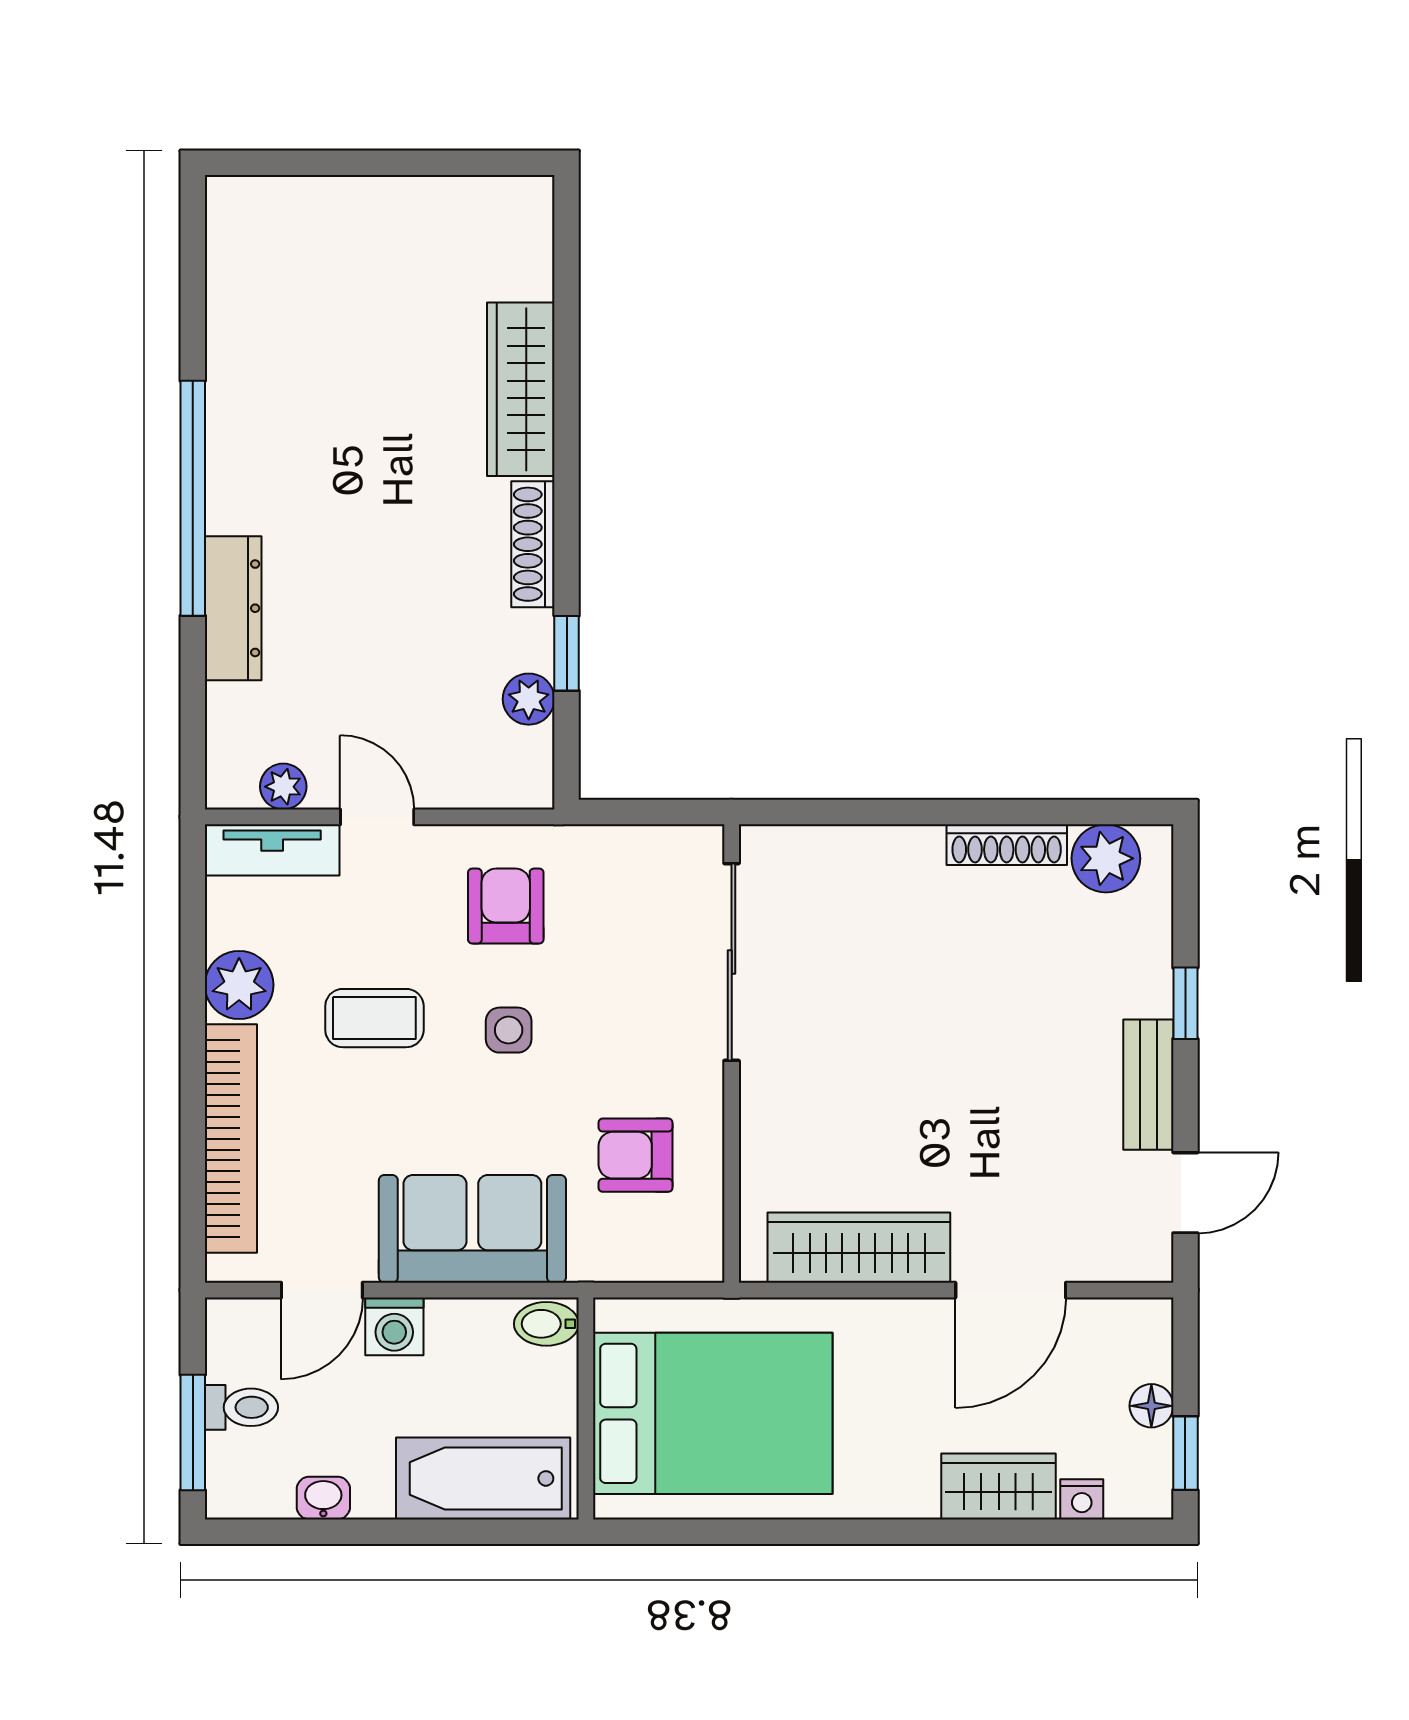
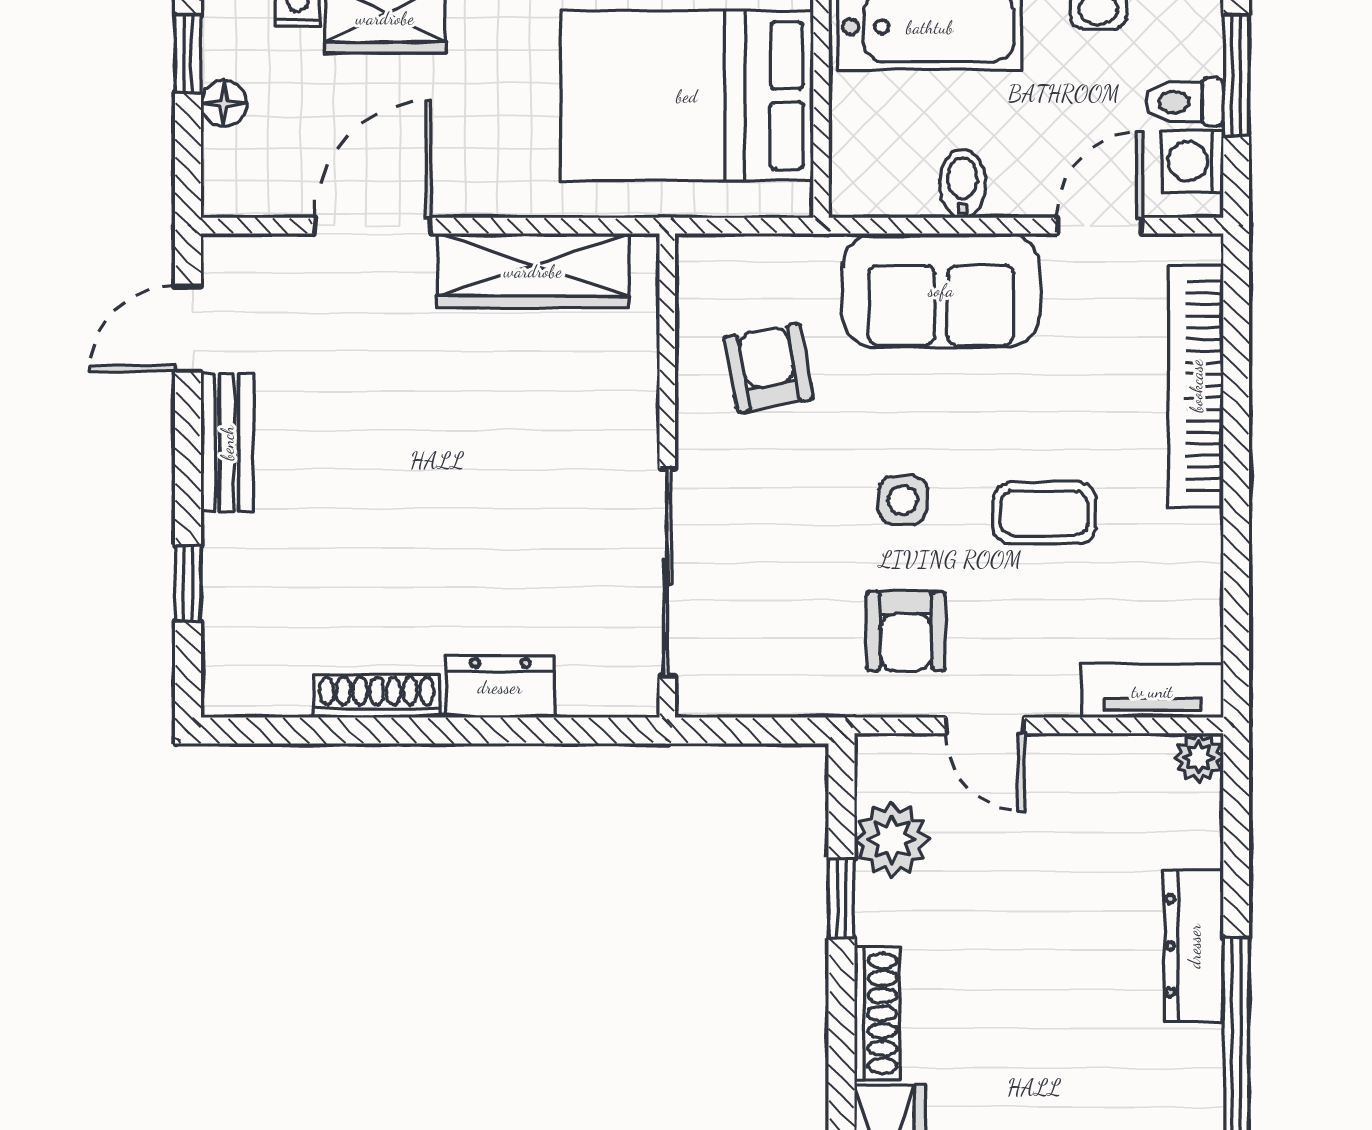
plant: (529, 699) -> (892, 840), width x1.38, depth x1.38
plant: (283, 787) -> (1199, 757), moved
door: (377, 817) -> (985, 725), moved
dresser: (890, 853) -> (500, 687), added
plant: (1106, 858) -> (272, 682), removed
plant: (239, 985) -> (1187, 548), removed
window: (1185, 1003) -> (188, 583), moved
armchair: (636, 1155) -> (769, 368), turned -100
bidet: (546, 1324) -> (963, 184), moved, turned -90
washing machine: (394, 1326) -> (1193, 161), moved, turned -90

